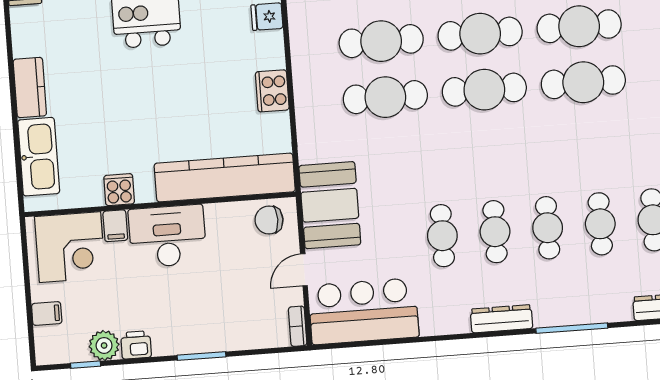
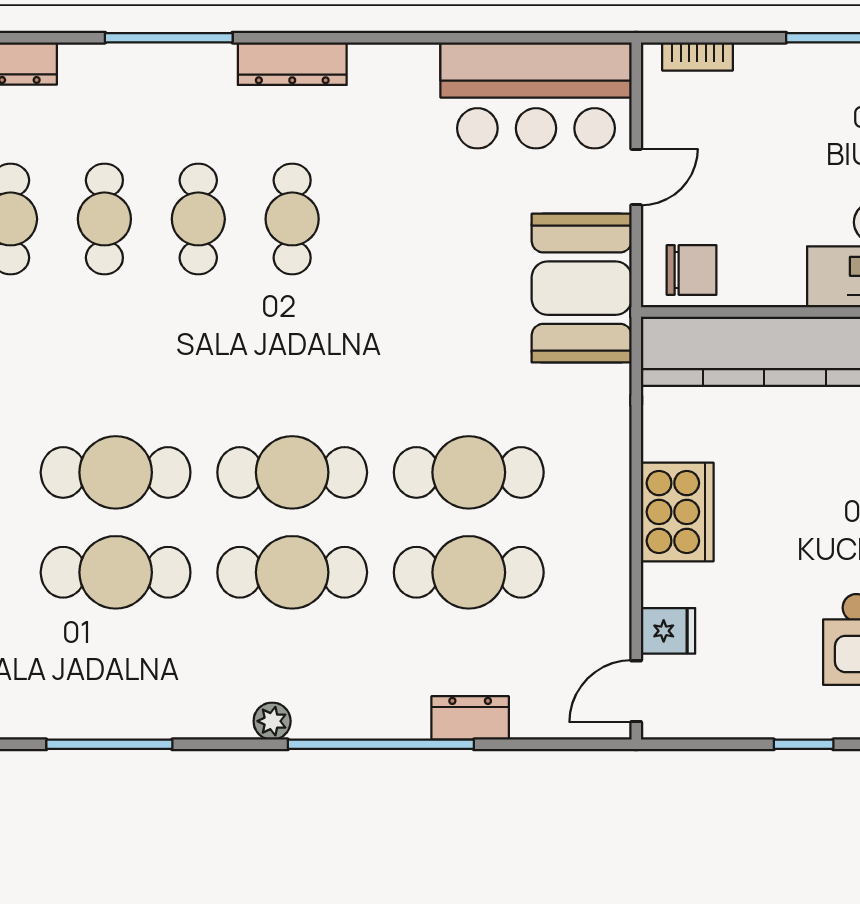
cooker: (272, 91) -> (677, 512), width x1.37, depth x1.31
cafe table: (442, 236) -> (386, 219), removed
bookcase: (298, 326) -> (697, 56), moved, turned 90

